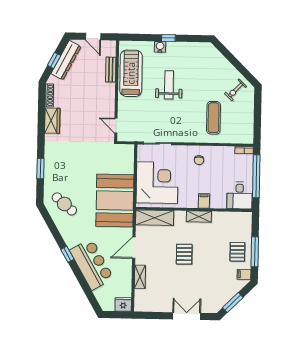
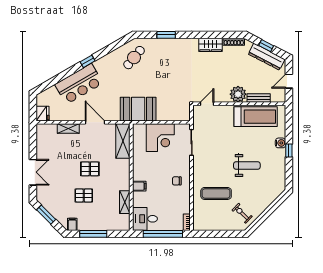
weight bench: (169, 85) -> (247, 165), moved
plant: (106, 92) -> (238, 94), added
corner desk: (157, 183) -> (160, 138), width x0.74, depth x0.74
booth: (115, 200) -> (138, 109), width x0.73, depth x0.70
shelving: (199, 217) -> (125, 202), moved
pallet: (237, 252) -> (84, 196), moved

